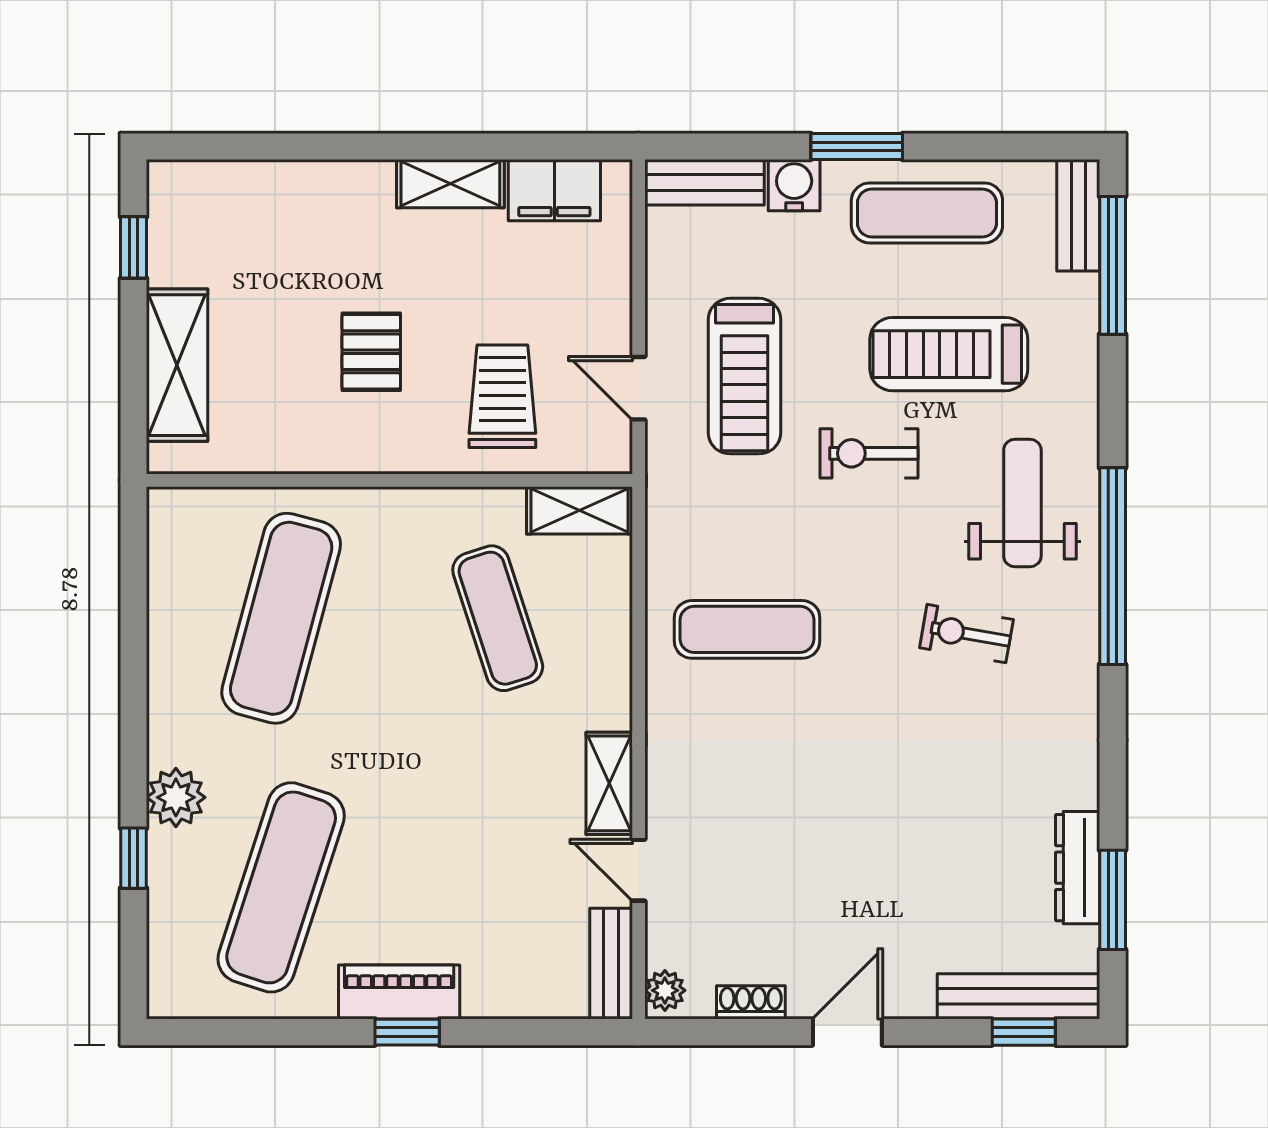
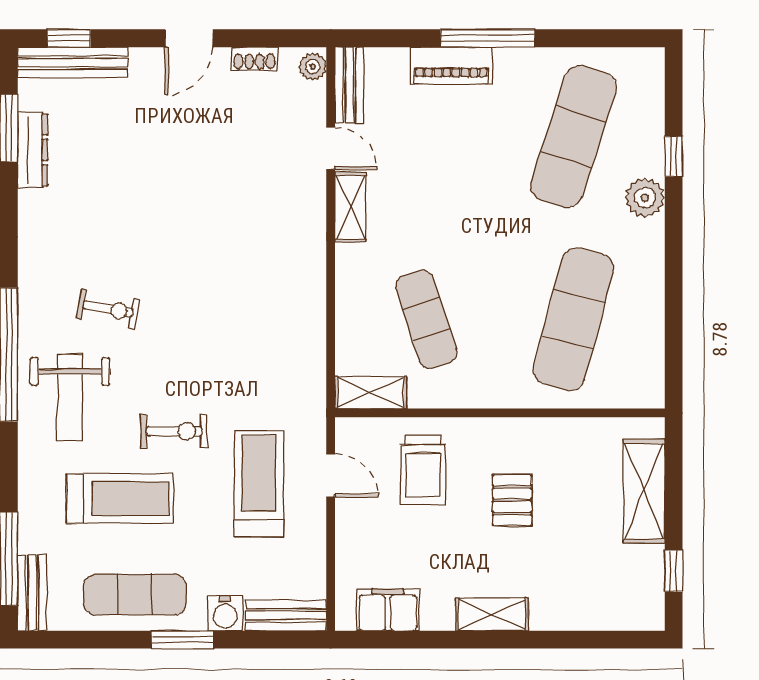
shelving: (450, 184) -> (492, 614), moved
exercise mat: (747, 629) -> (257, 312), removed
piano: (399, 992) -> (451, 65), moved
window: (407, 1032) -> (488, 38), width x2.17

